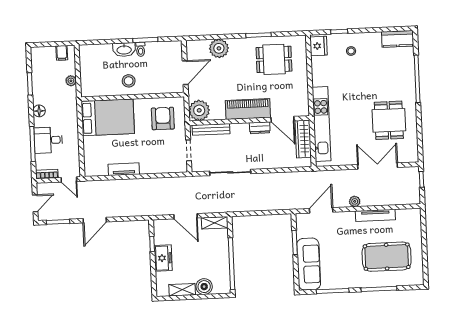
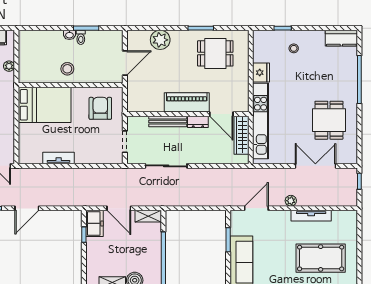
fridge: (319, 46) -> (261, 73), moved
washbasin: (124, 50) -> (69, 35), width x0.52, depth x0.69
plant: (199, 110) -> (137, 102), removed
bench: (211, 129) -> (168, 121), moved
freezer: (163, 258) -> (94, 223), moved

